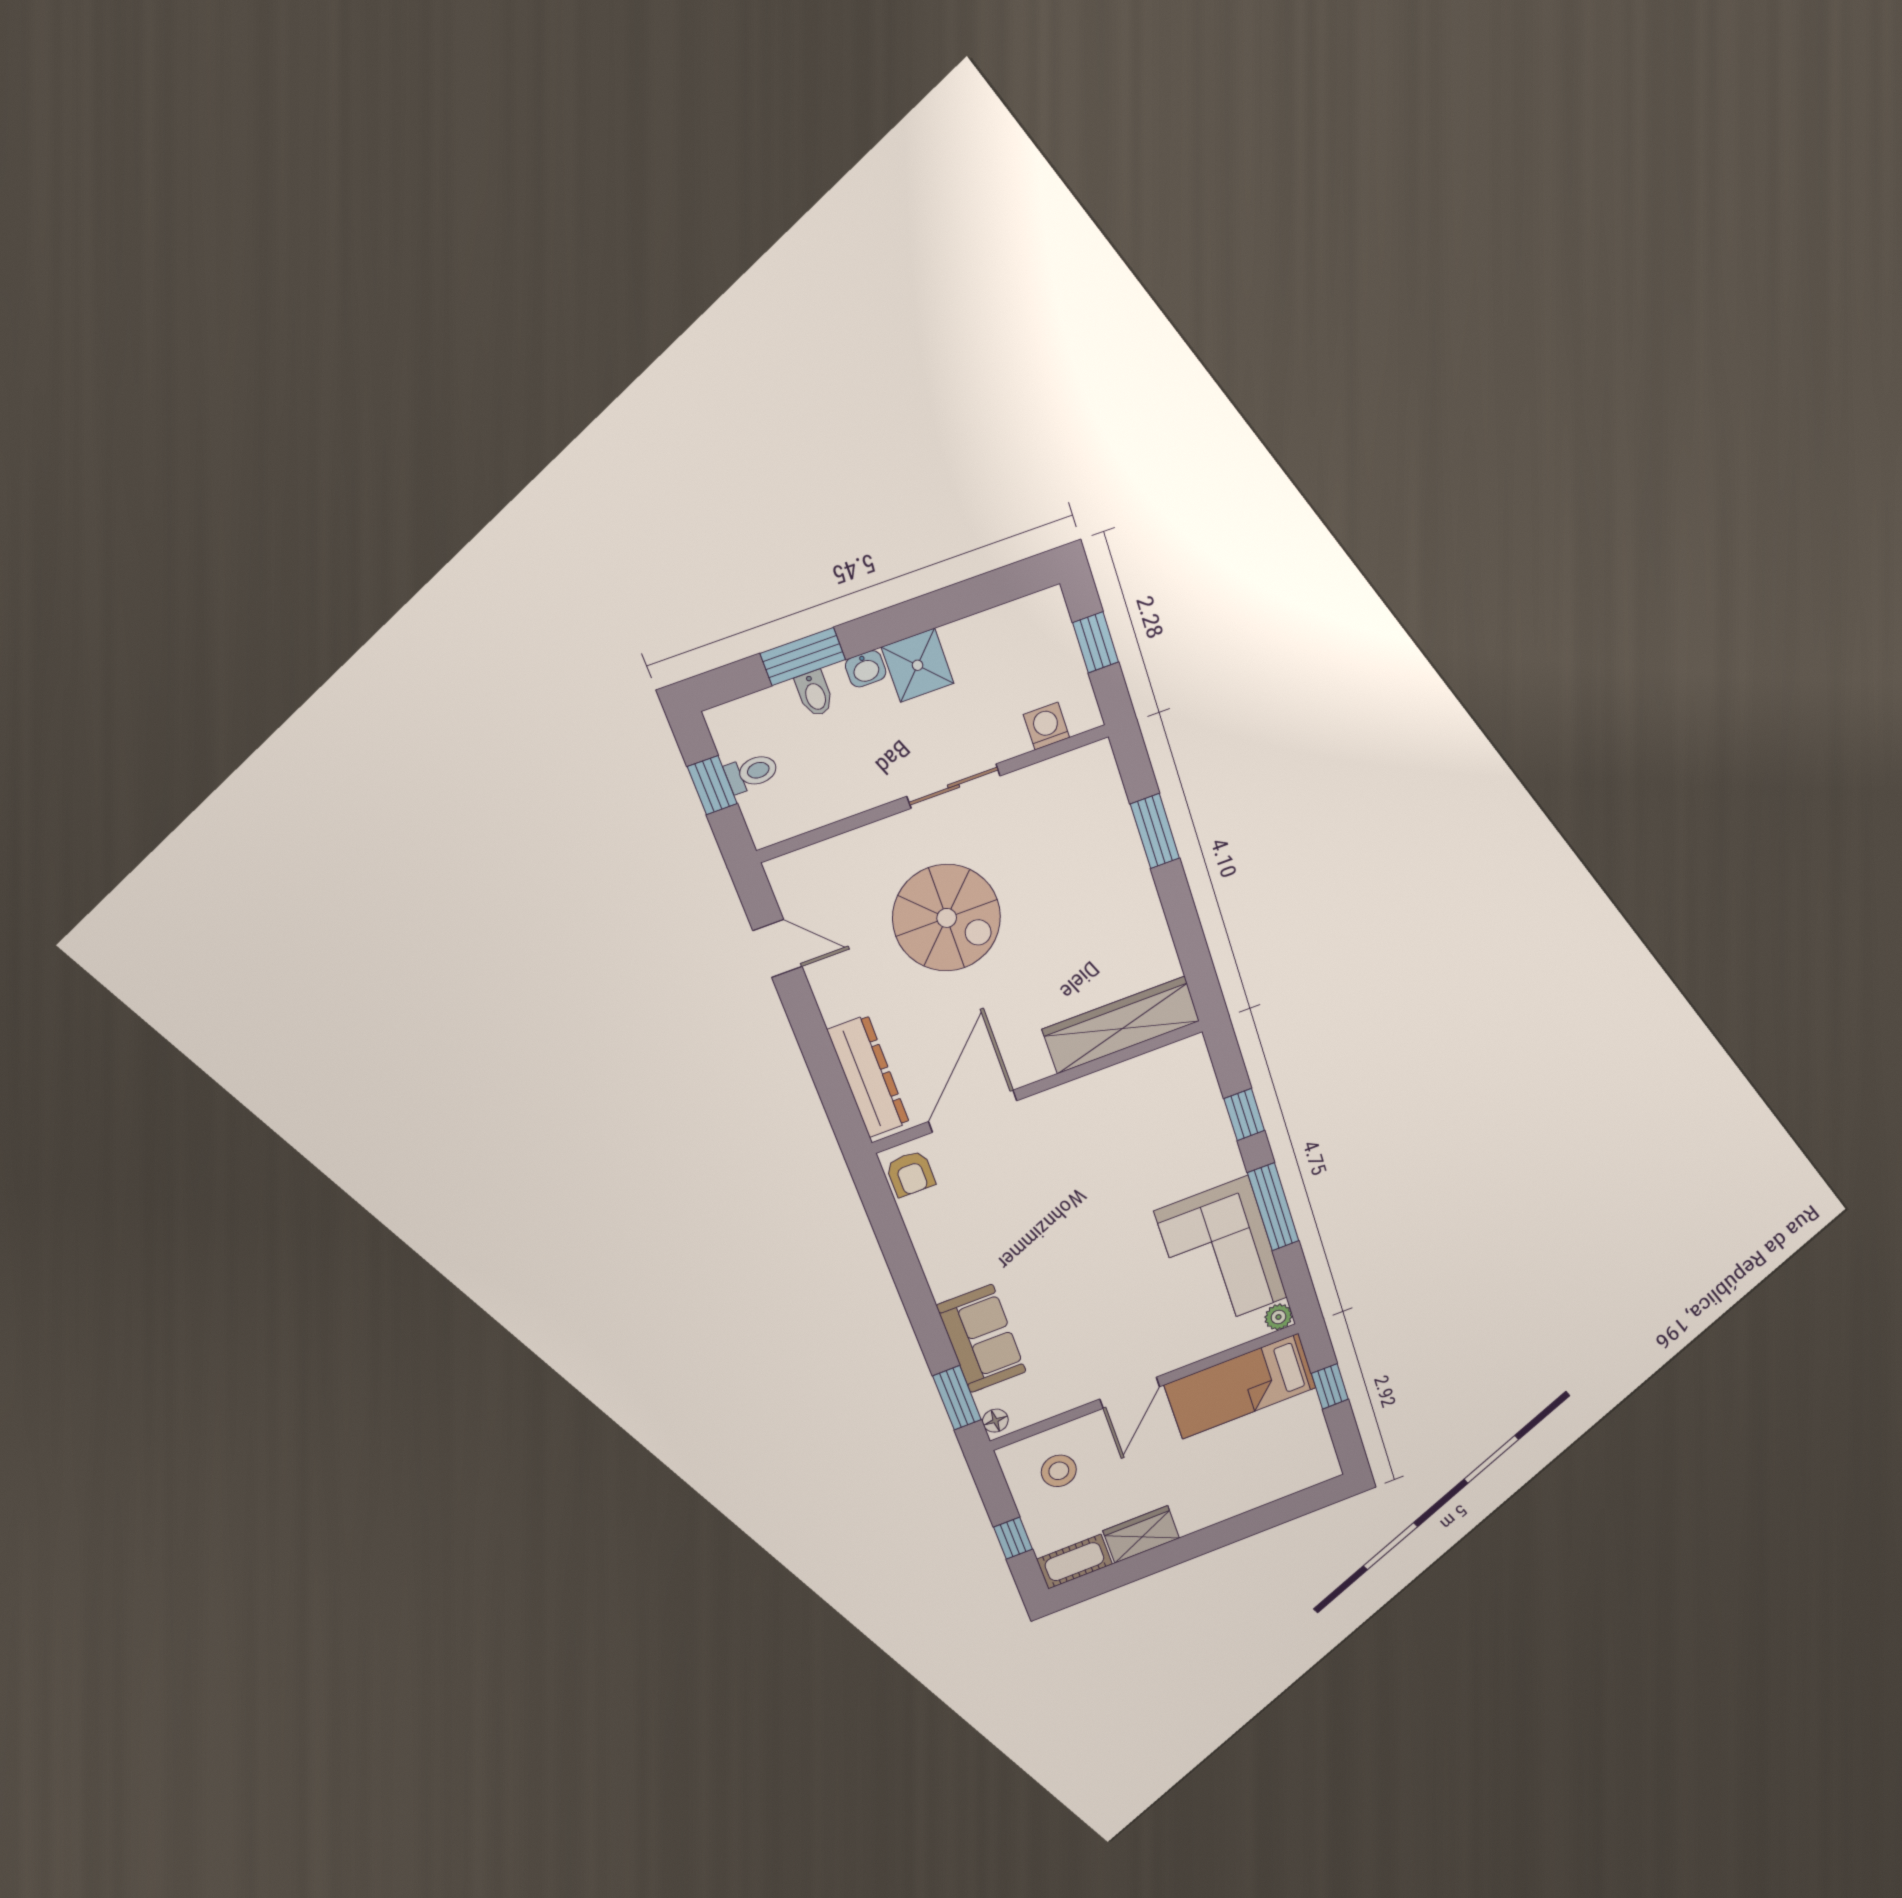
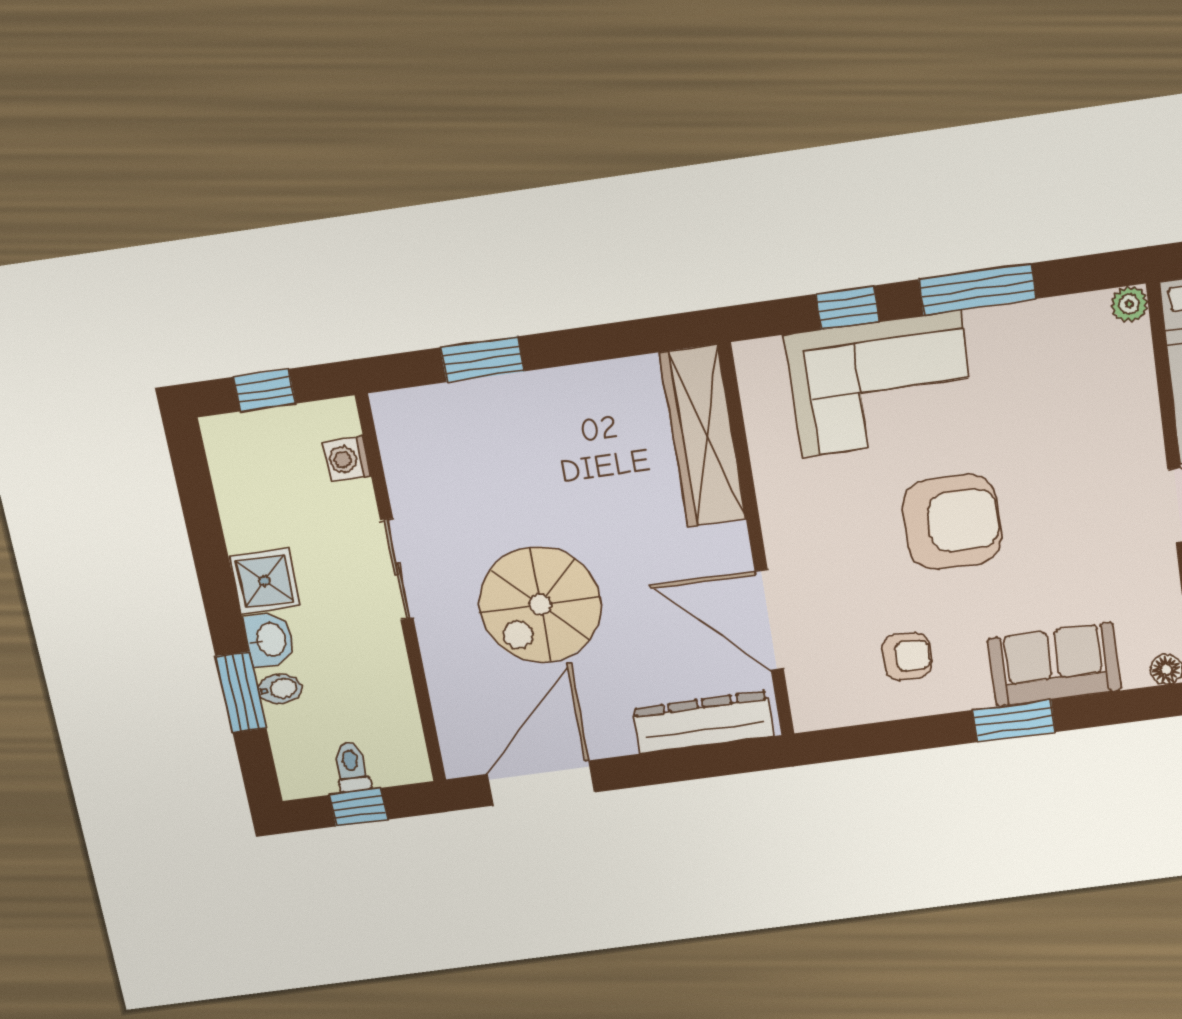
washbasin: (866, 669) -> (270, 640), width x1.38, depth x1.45
spiral stairs: (947, 918) -> (540, 605), turned 180
door: (778, 949) -> (541, 783), width x1.87
armchair: (910, 1174) -> (907, 656), moved
armchair: (1085, 1233) -> (952, 522), added
corner sofa: (1221, 1255) -> (880, 384), moved
window: (957, 1398) -> (1014, 721), moved

